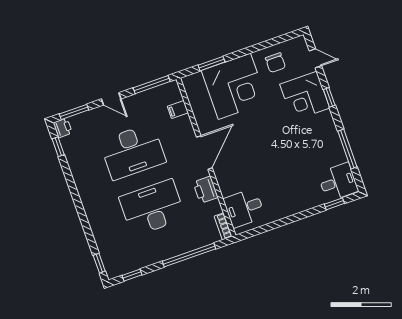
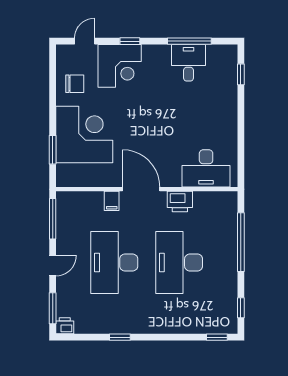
filing cabinet: (178, 109) -> (112, 201), moved
window: (58, 147) -> (120, 337), moved
desk: (133, 151) -> (114, 263), turned 180
desk: (338, 182) -> (188, 63), moved
desk: (244, 208) -> (206, 168), width x1.37
bookcase: (223, 226) -> (224, 197), removed

